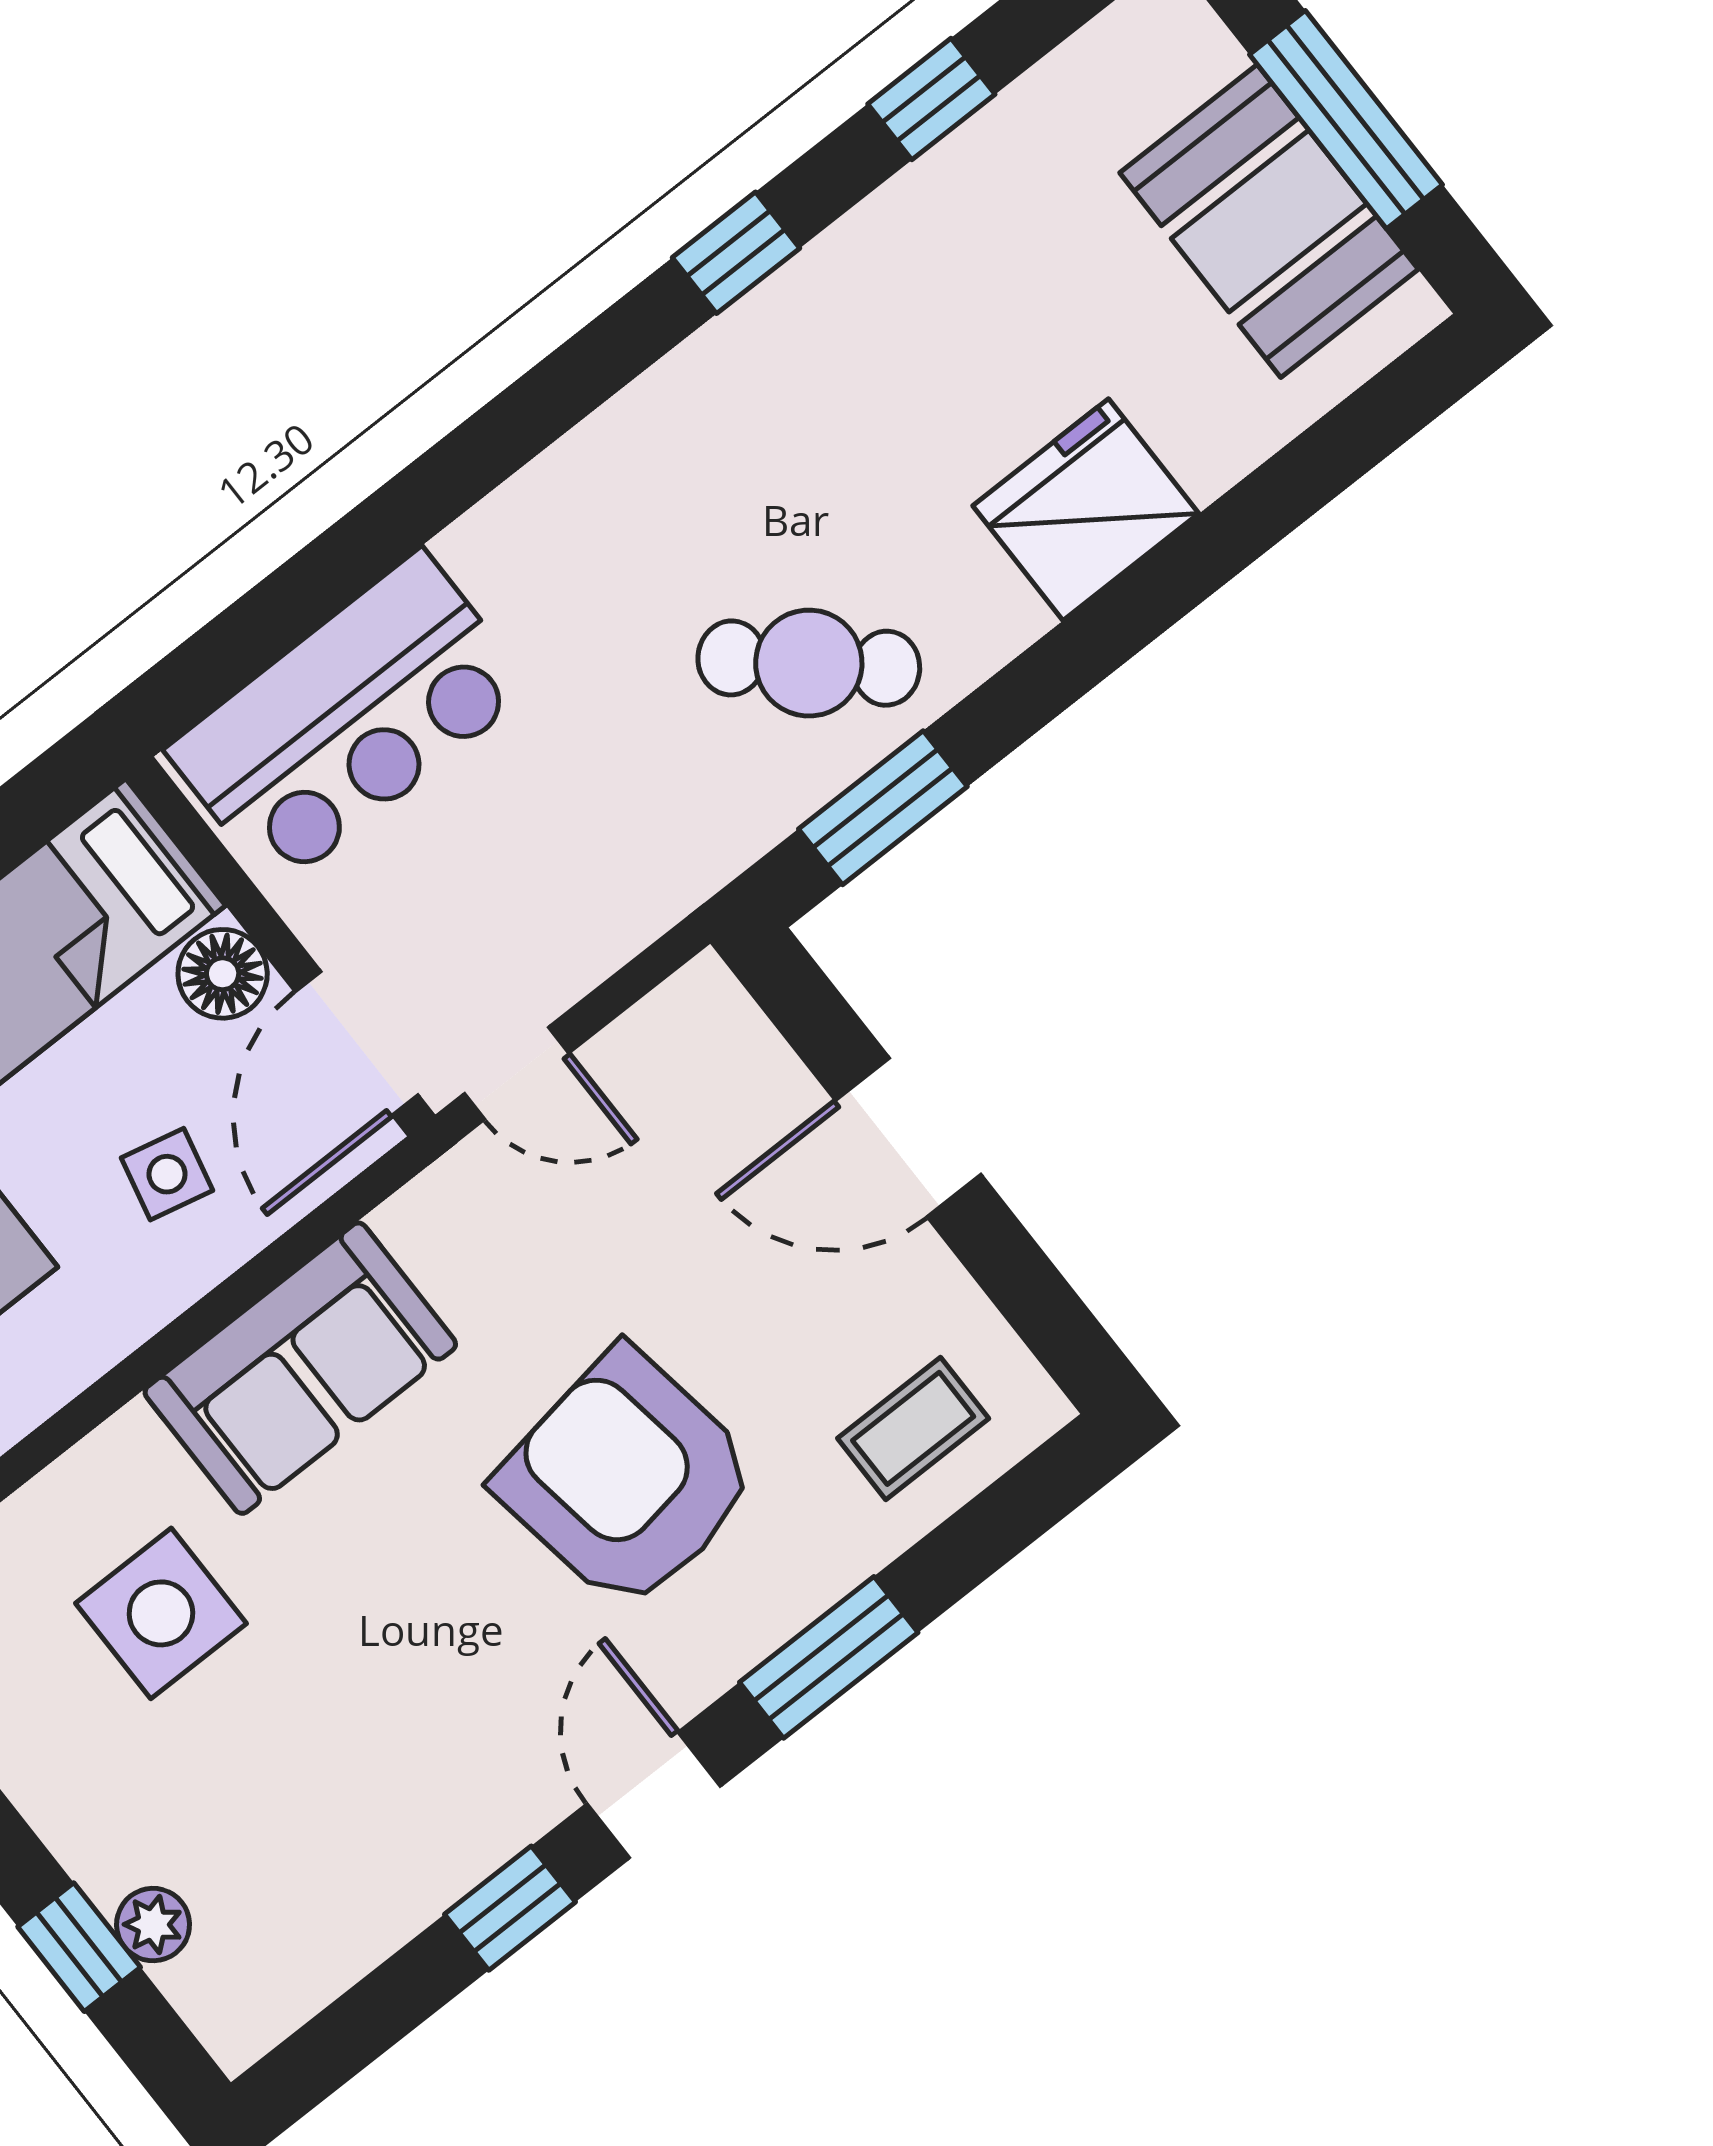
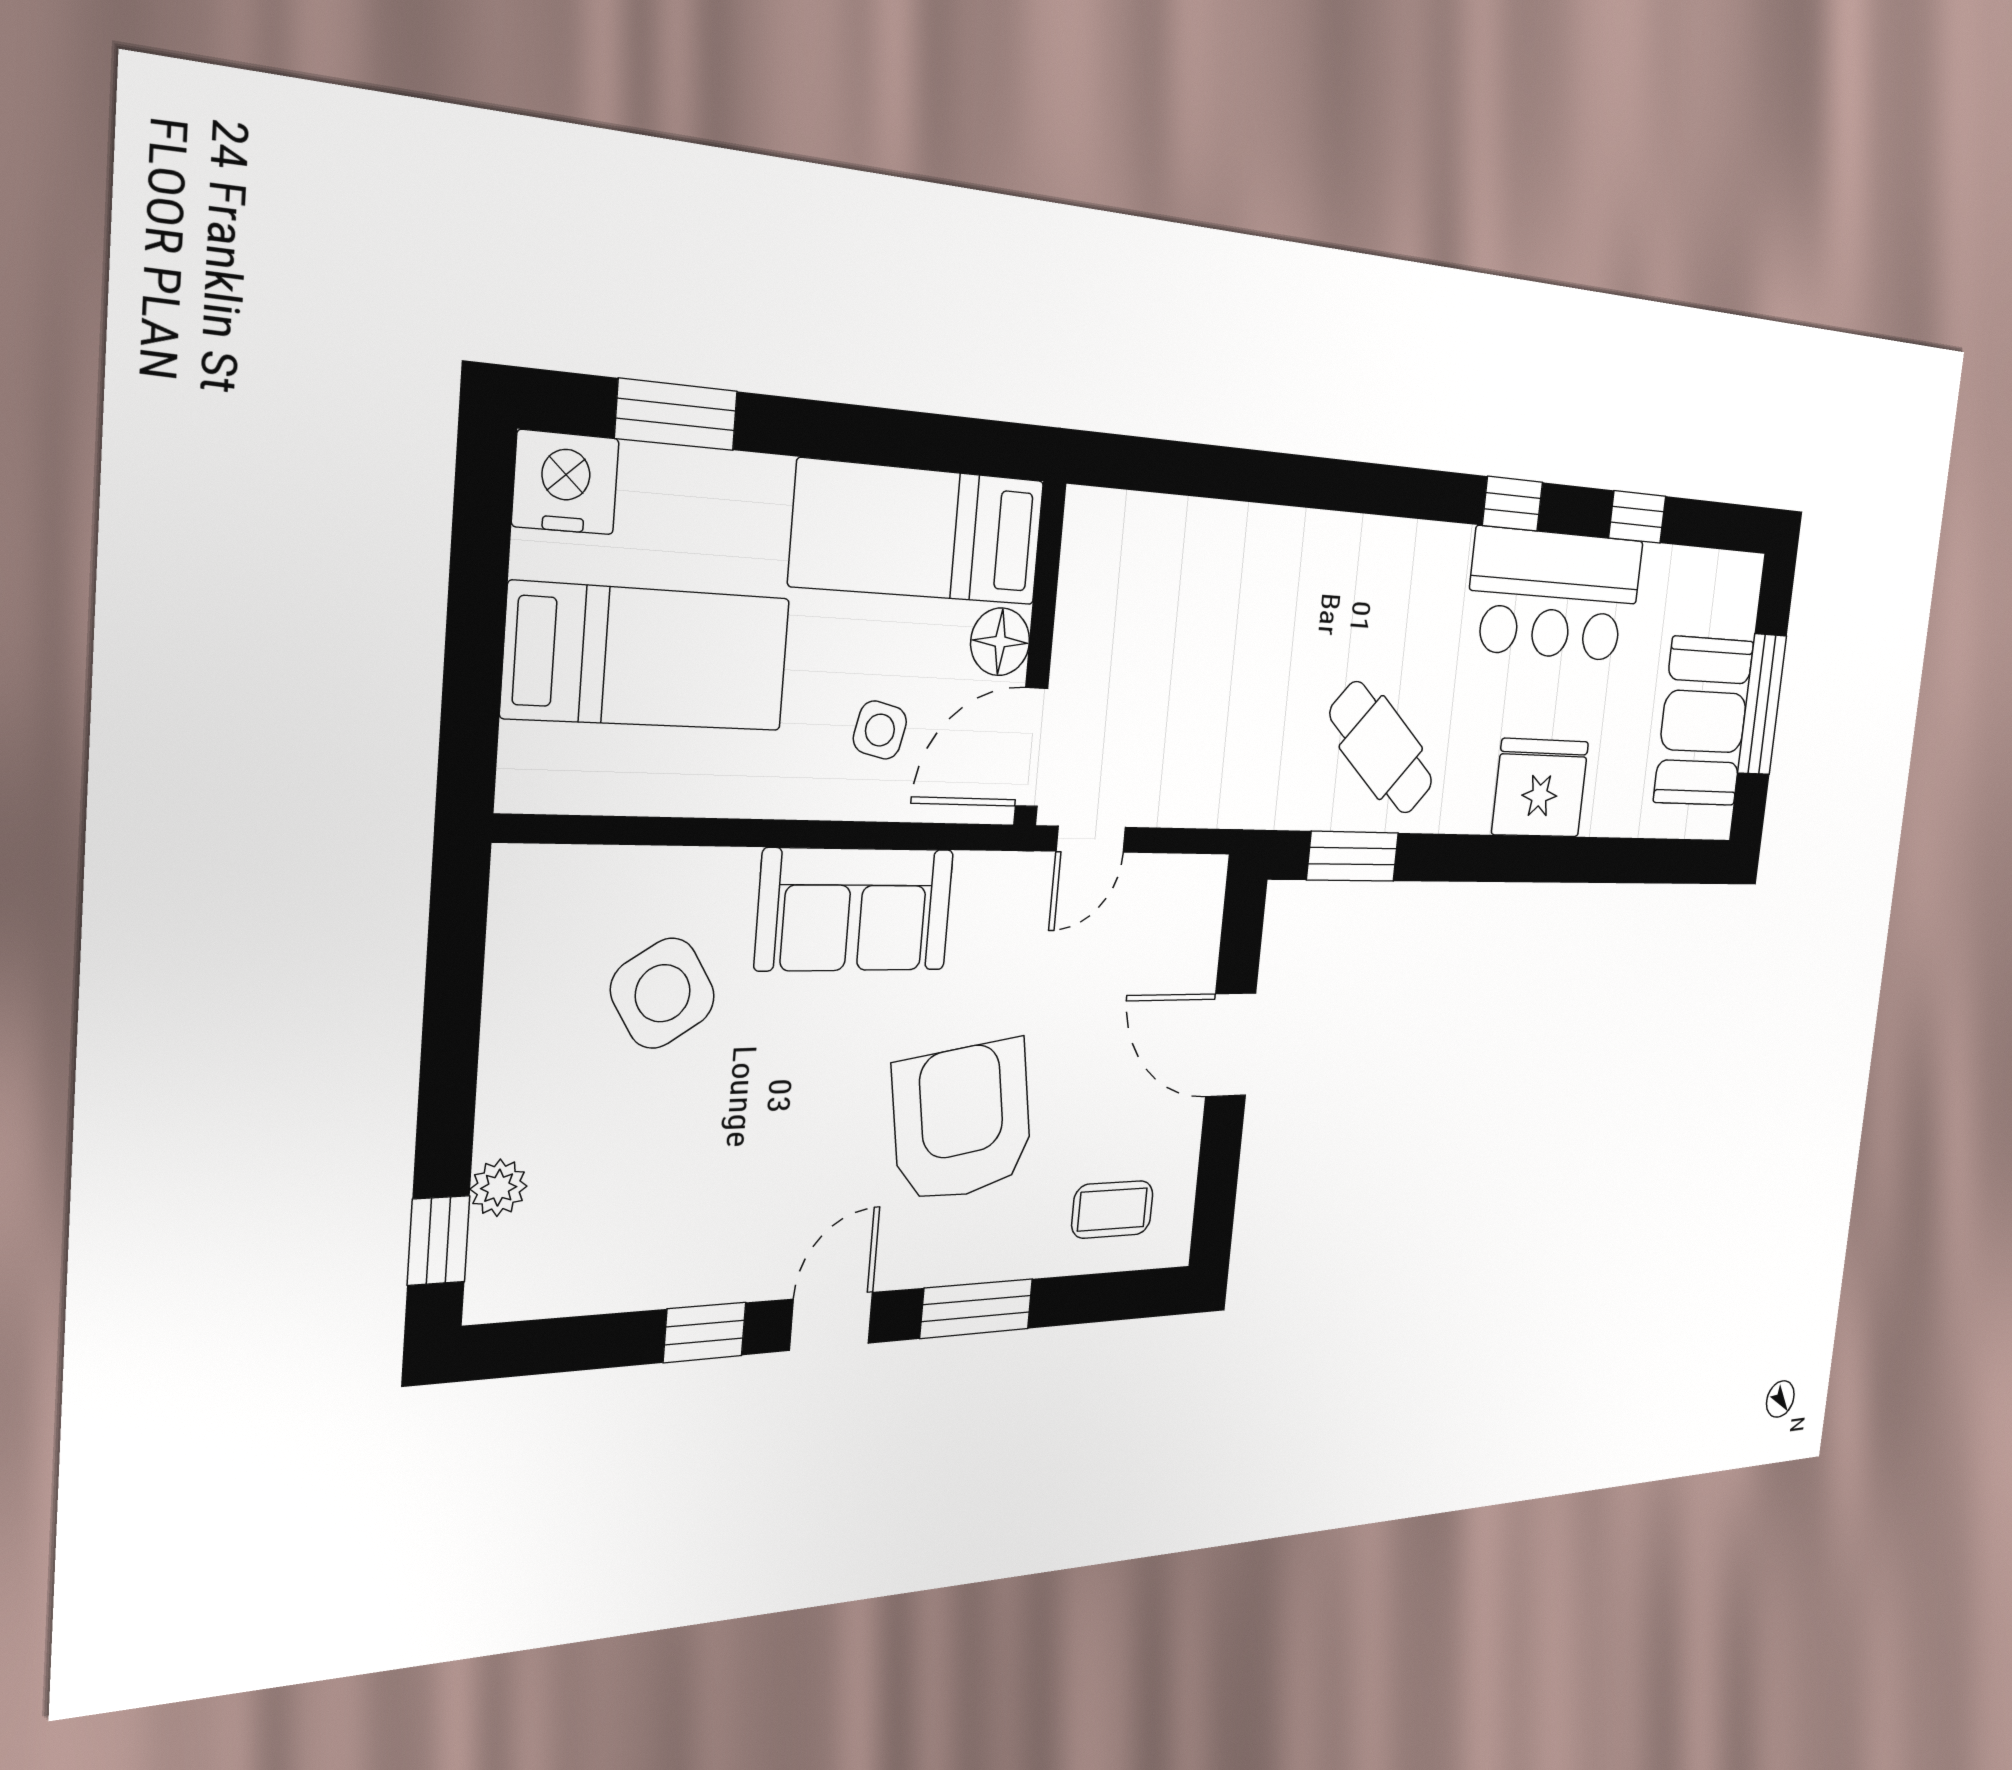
bar counter: (349, 720) -> (1554, 595), moved
door: (517, 1073) -> (1091, 839), hinge flipped
side table: (161, 1613) -> (663, 993), turned -32
window: (79, 1947) -> (438, 1241), moved

